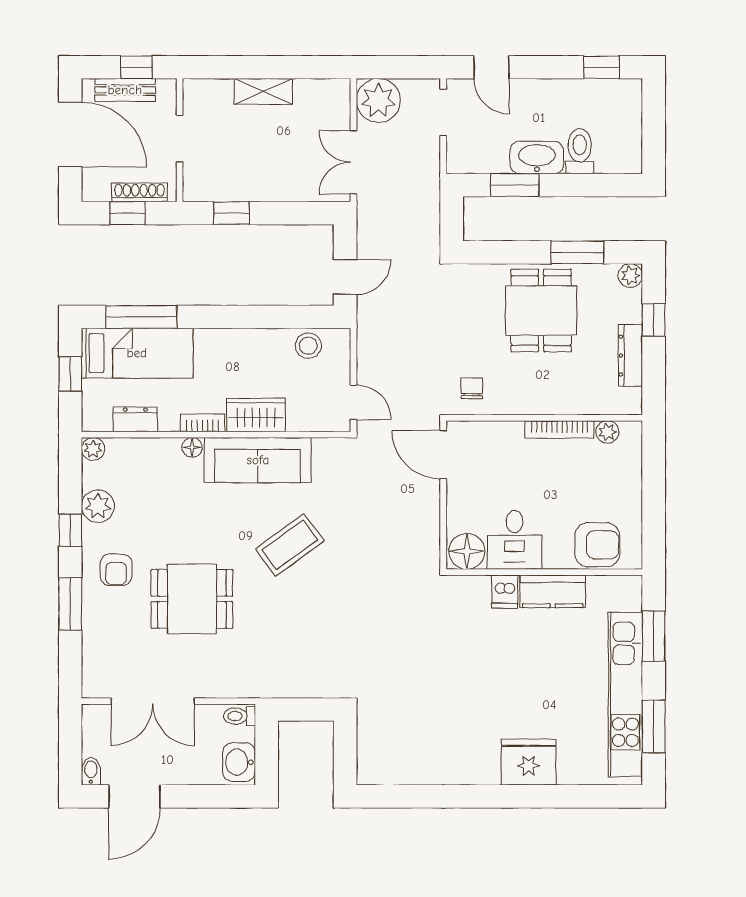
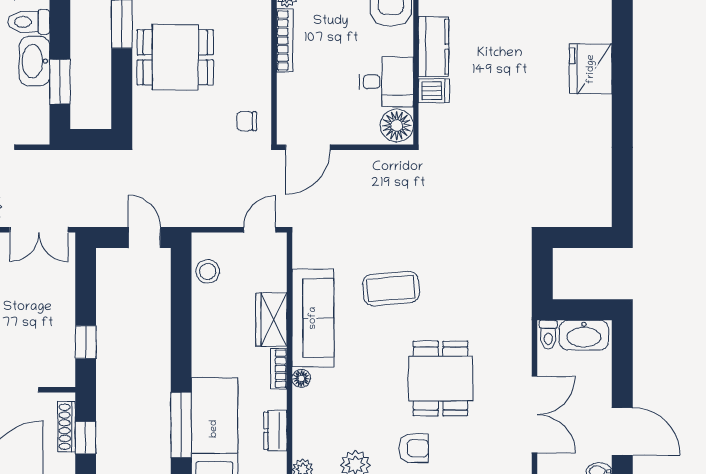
coffee table: (290, 545) -> (391, 289), turned -59
washbasin: (239, 762) -> (584, 335), width x1.38

